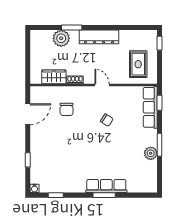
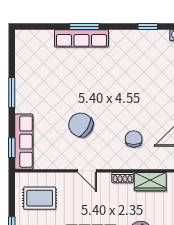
rug: (138, 64) -> (40, 198), turned 90
chair: (107, 120) -> (81, 125), width x1.87, depth x1.87
plant: (151, 153) -> (23, 81), removed

